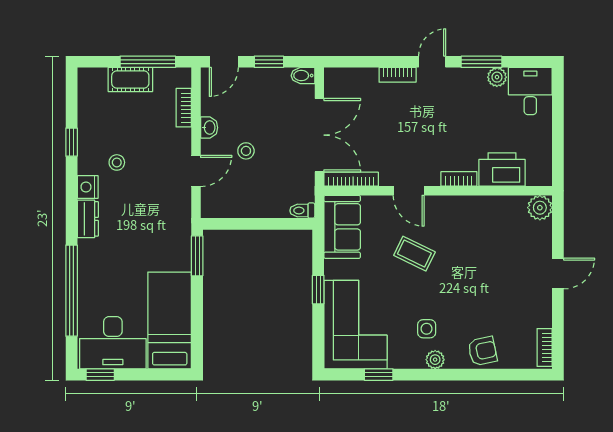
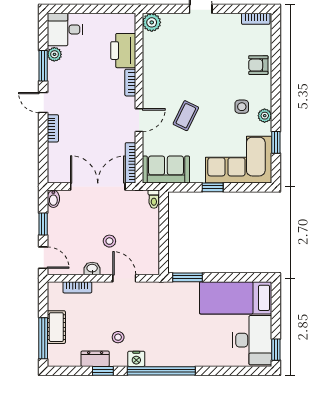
window: (148, 62) -> (43, 338), moved
dresser: (88, 219) -> (95, 359), moved
window: (72, 291) -> (161, 371), moved
armchair: (482, 351) -> (258, 65), turned -78
plant: (435, 360) -> (265, 116), moved

